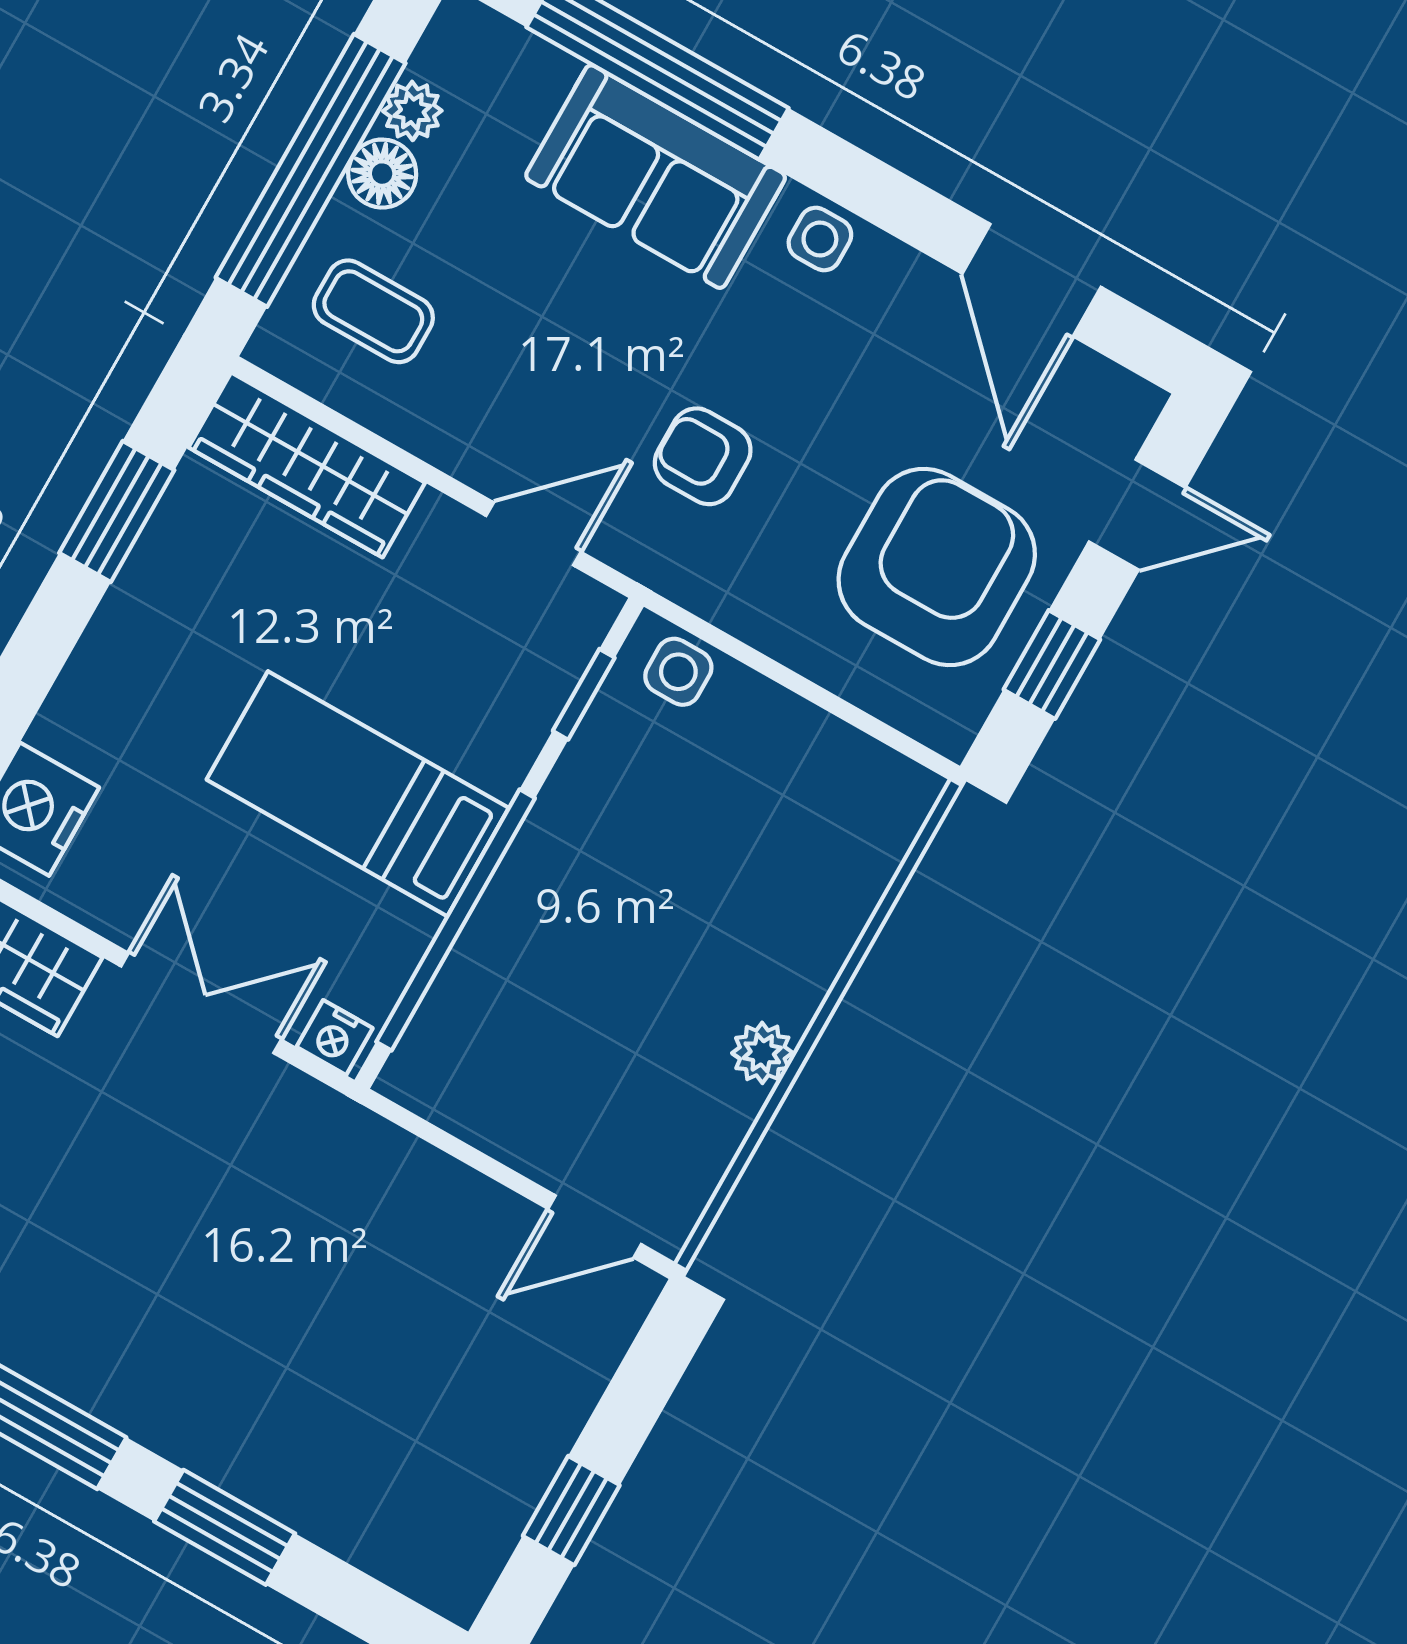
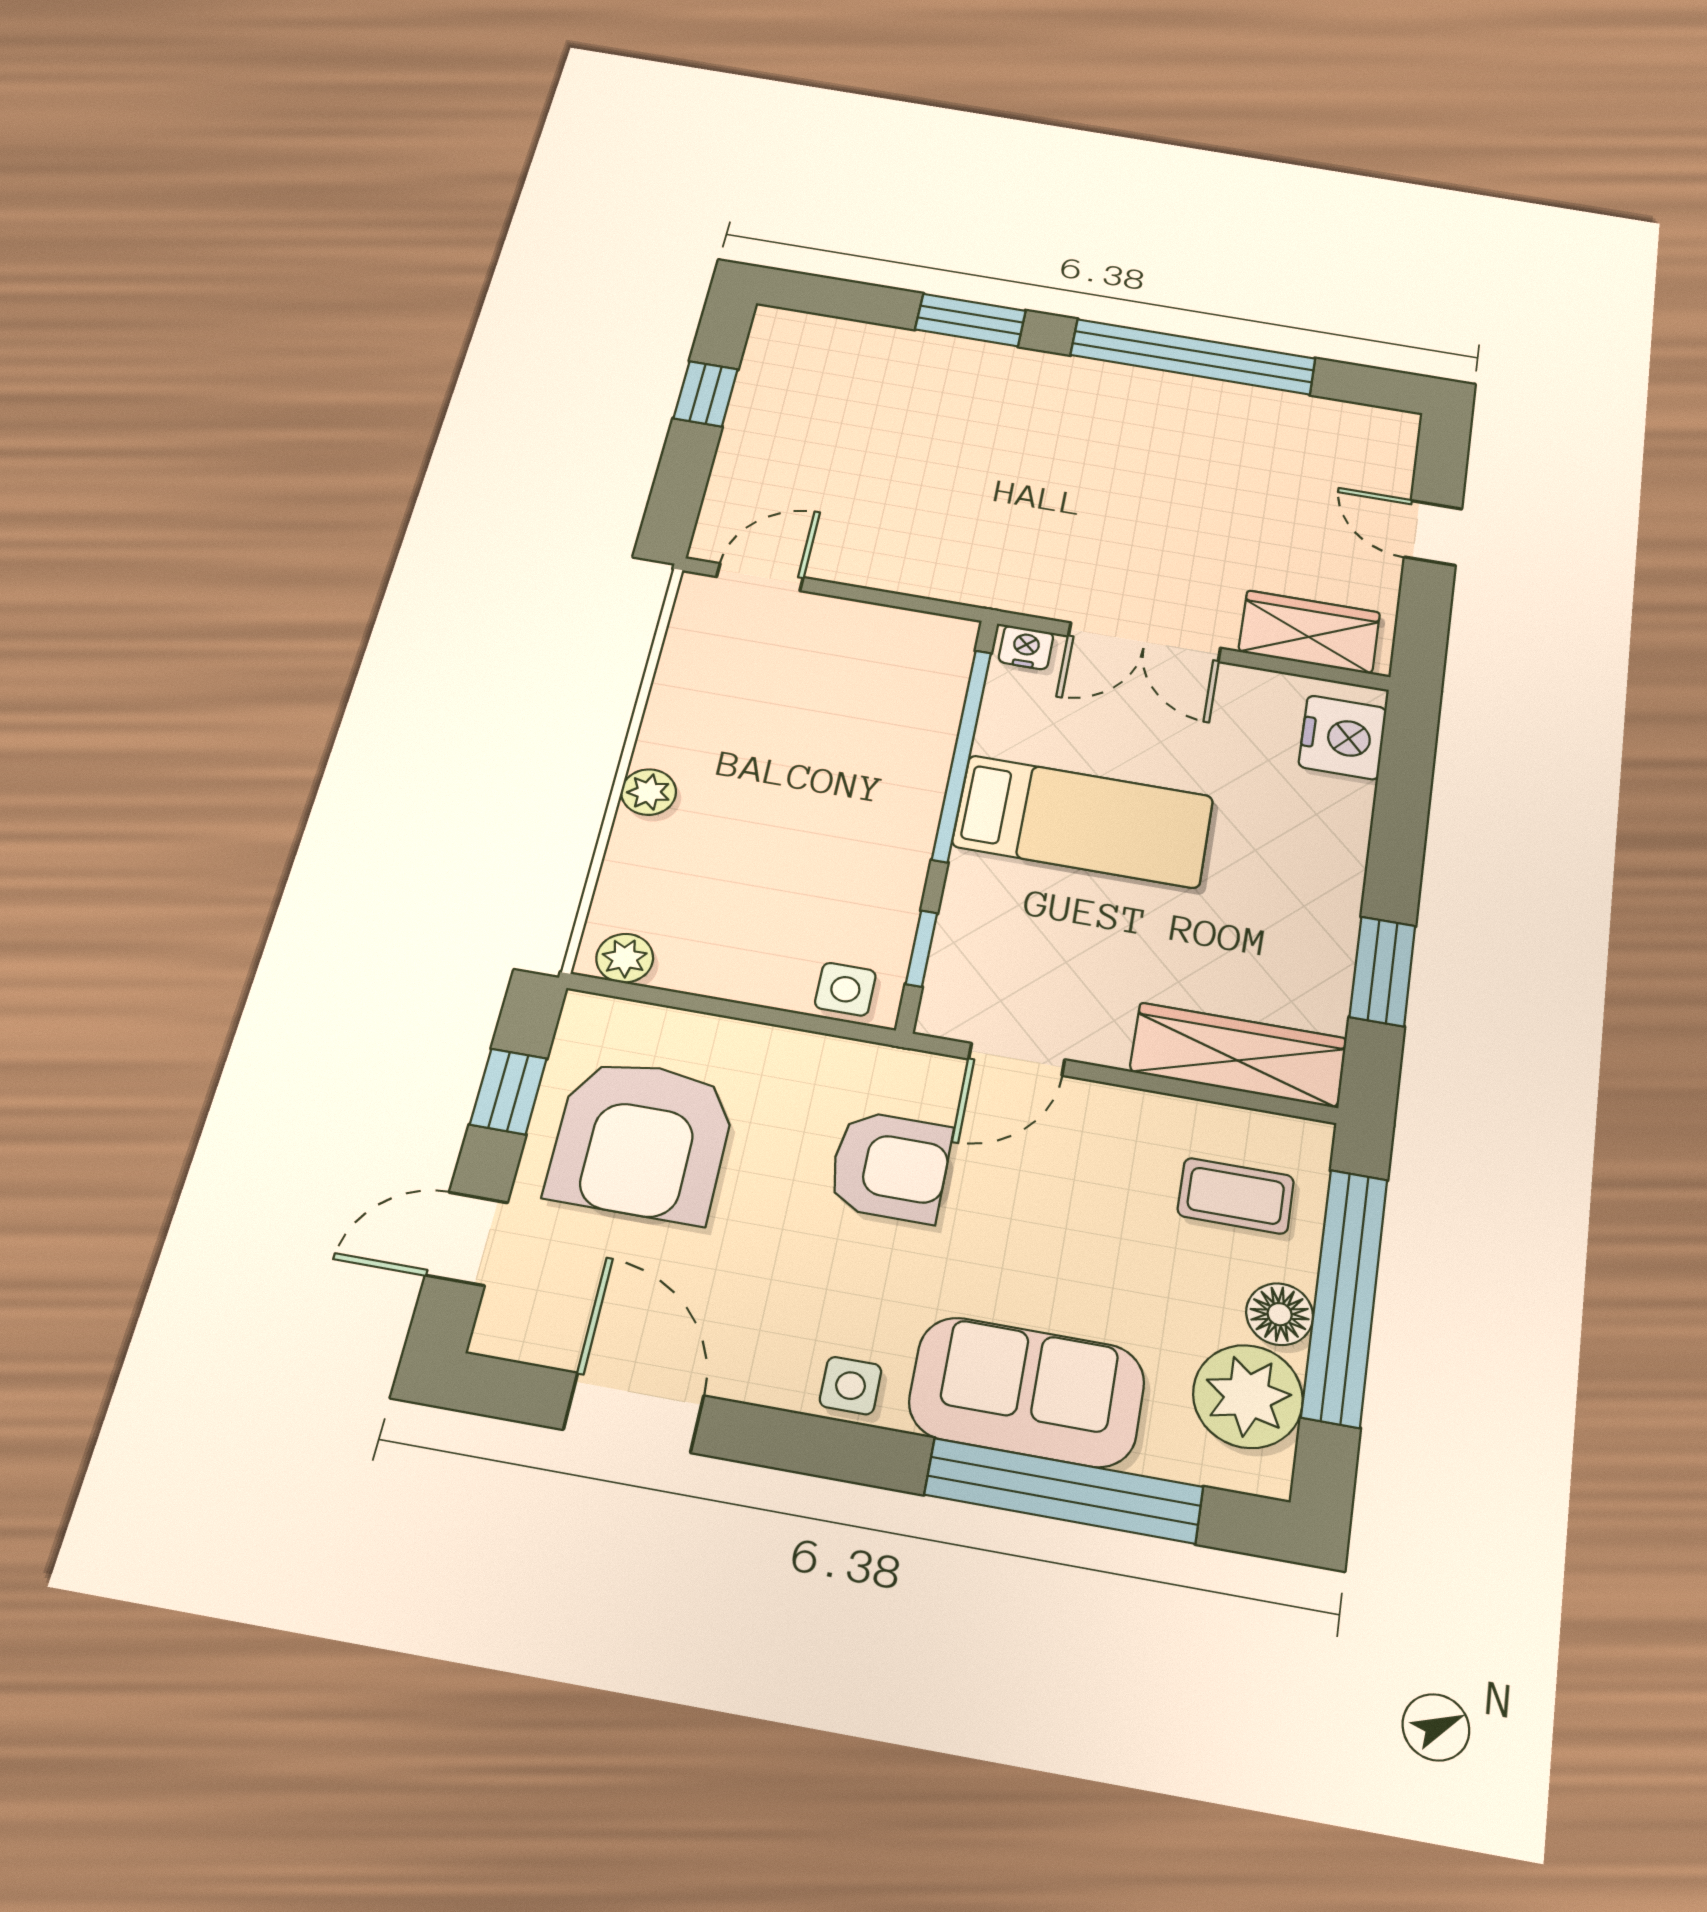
plant: (412, 111) -> (1248, 1396), width x1.87, depth x1.87
armchair: (703, 456) -> (890, 1167), width x1.38, depth x1.38
plant: (891, 782) -> (625, 958), added
plant: (762, 1053) -> (649, 792), moved

